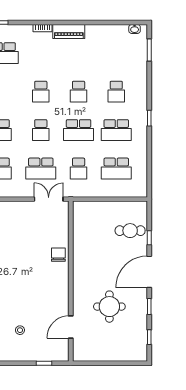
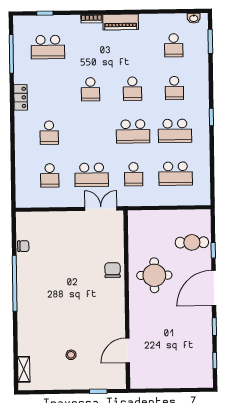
school desk: (41, 130) -> (174, 45), moved
round table: (109, 307) -> (154, 275), moved

